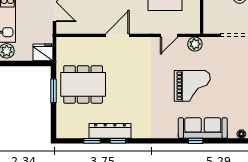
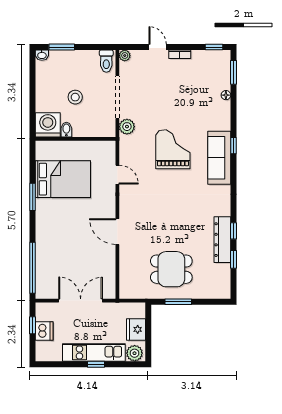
plant: (195, 44) -> (127, 127), moved
fridge: (43, 52) -> (136, 329), moved
dining table: (83, 84) -> (171, 269), width x0.73
sofa: (203, 128) -> (219, 158), moved

